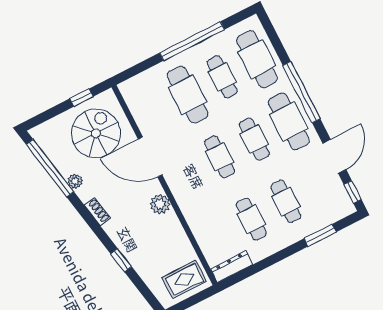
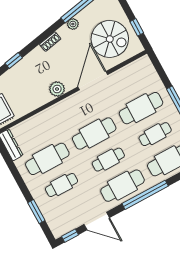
cafe table: (219, 157) -> (94, 134), width x1.37, depth x1.35
cafe table: (251, 219) -> (47, 159), width x1.37, depth x1.35

